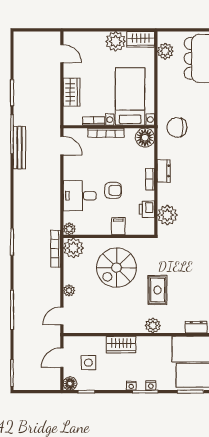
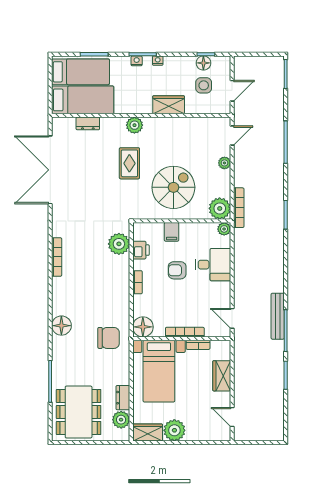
dresser: (164, 171) -> (123, 398), moved
floor lamp: (70, 383) -> (203, 63), moved

